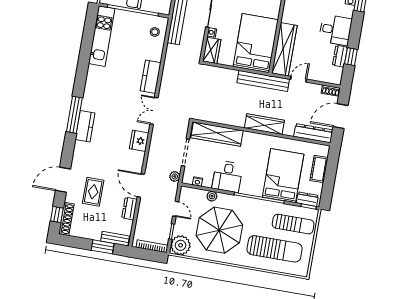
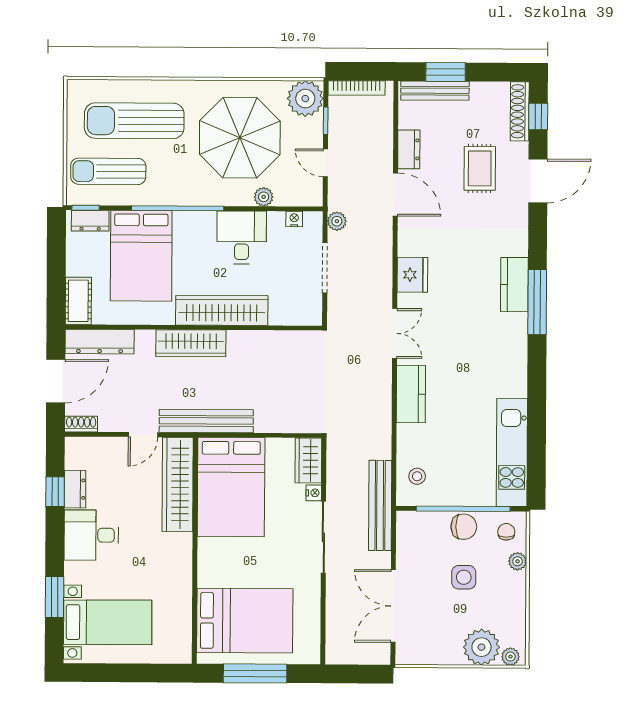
wardrobe: (217, 134) -> (222, 310), moved
cot: (319, 169) -> (78, 301), moved
bench: (115, 239) -> (435, 91), width x1.36

